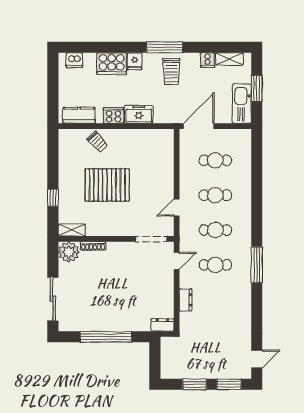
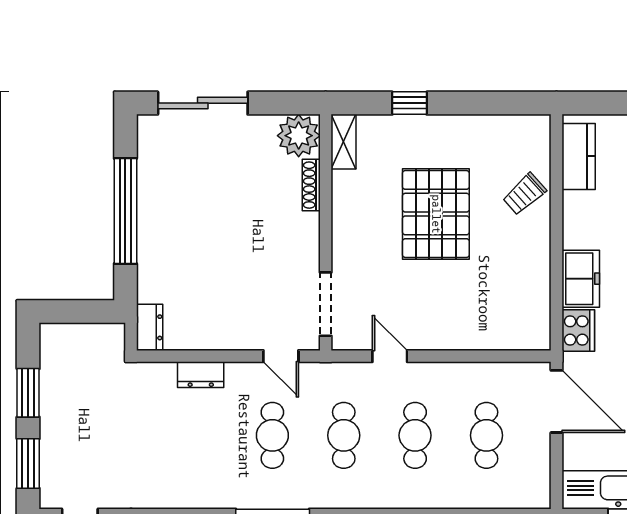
cooker: (113, 115) -> (578, 330), moved

